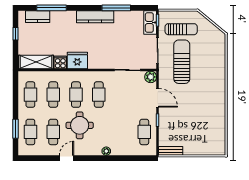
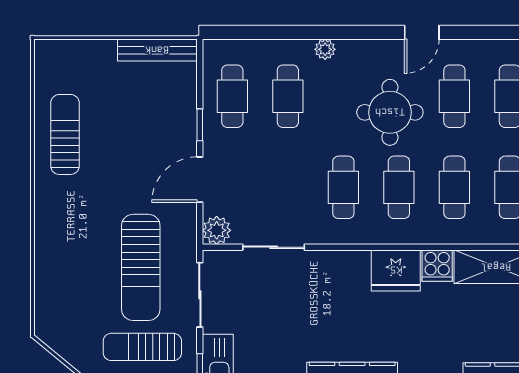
door: (158, 98) -> (200, 180), hinge flipped
sun lounger: (213, 116) -> (65, 134), added
cafe table: (121, 132) -> (288, 96), added
bench: (171, 151) -> (157, 50), width x1.36

